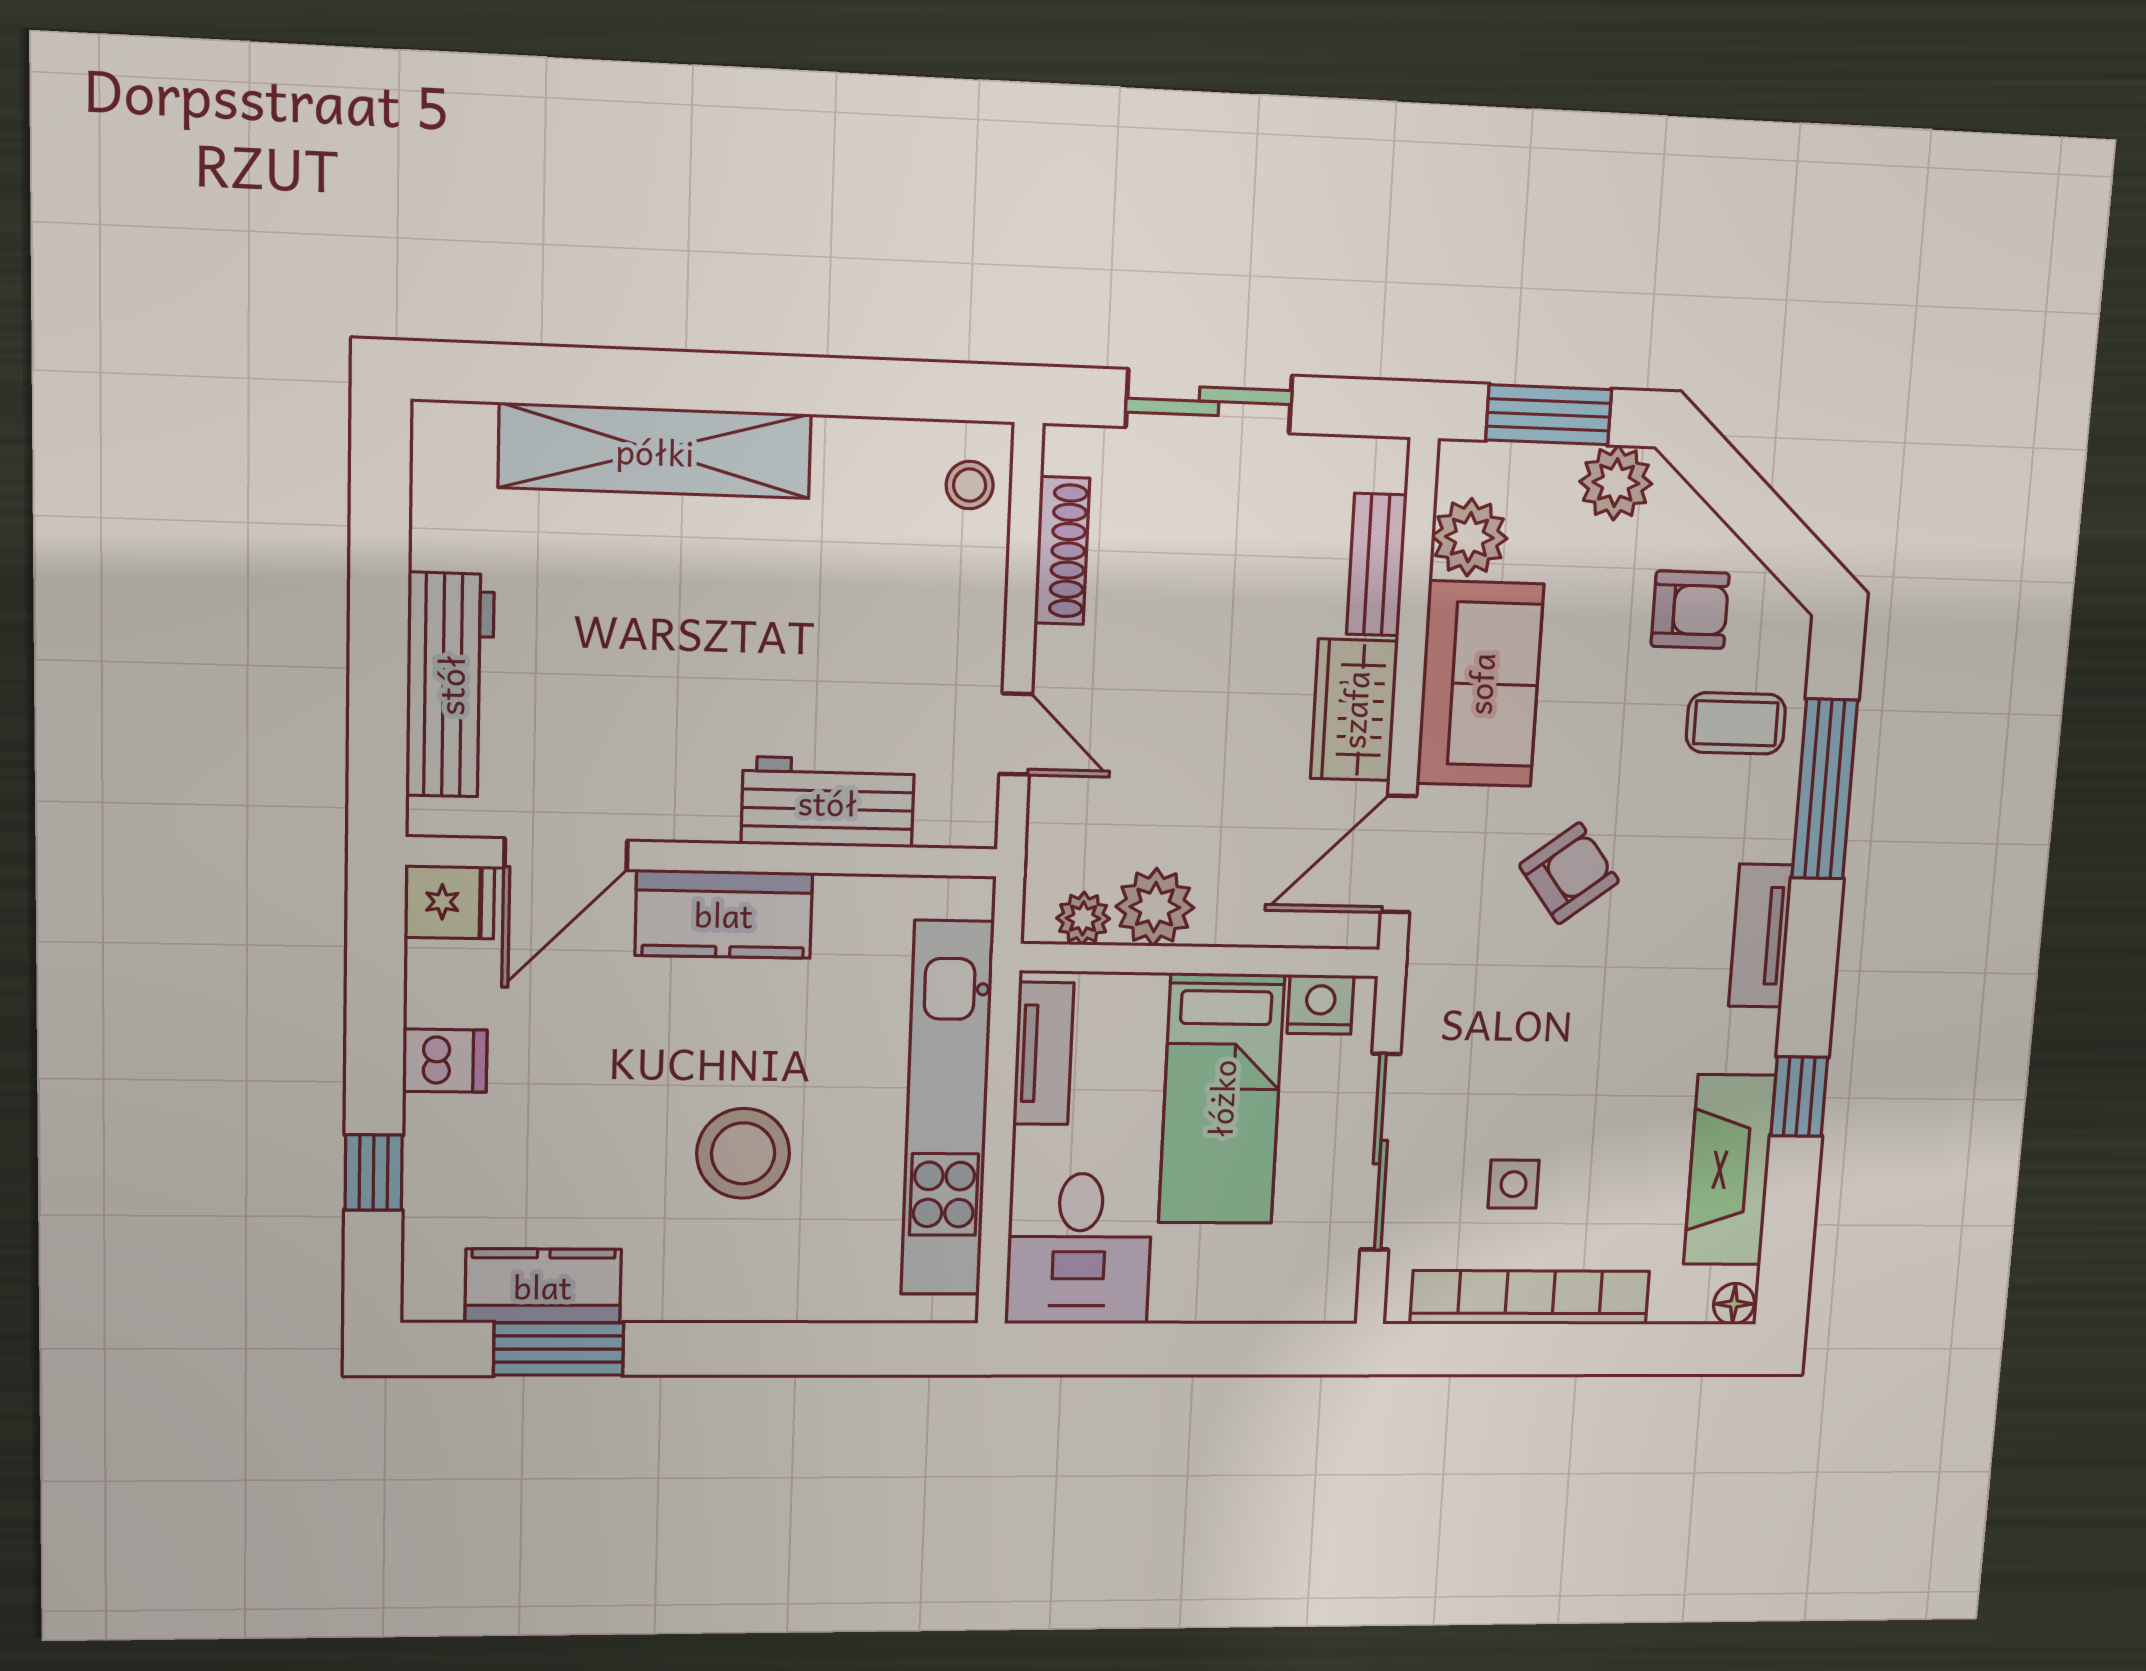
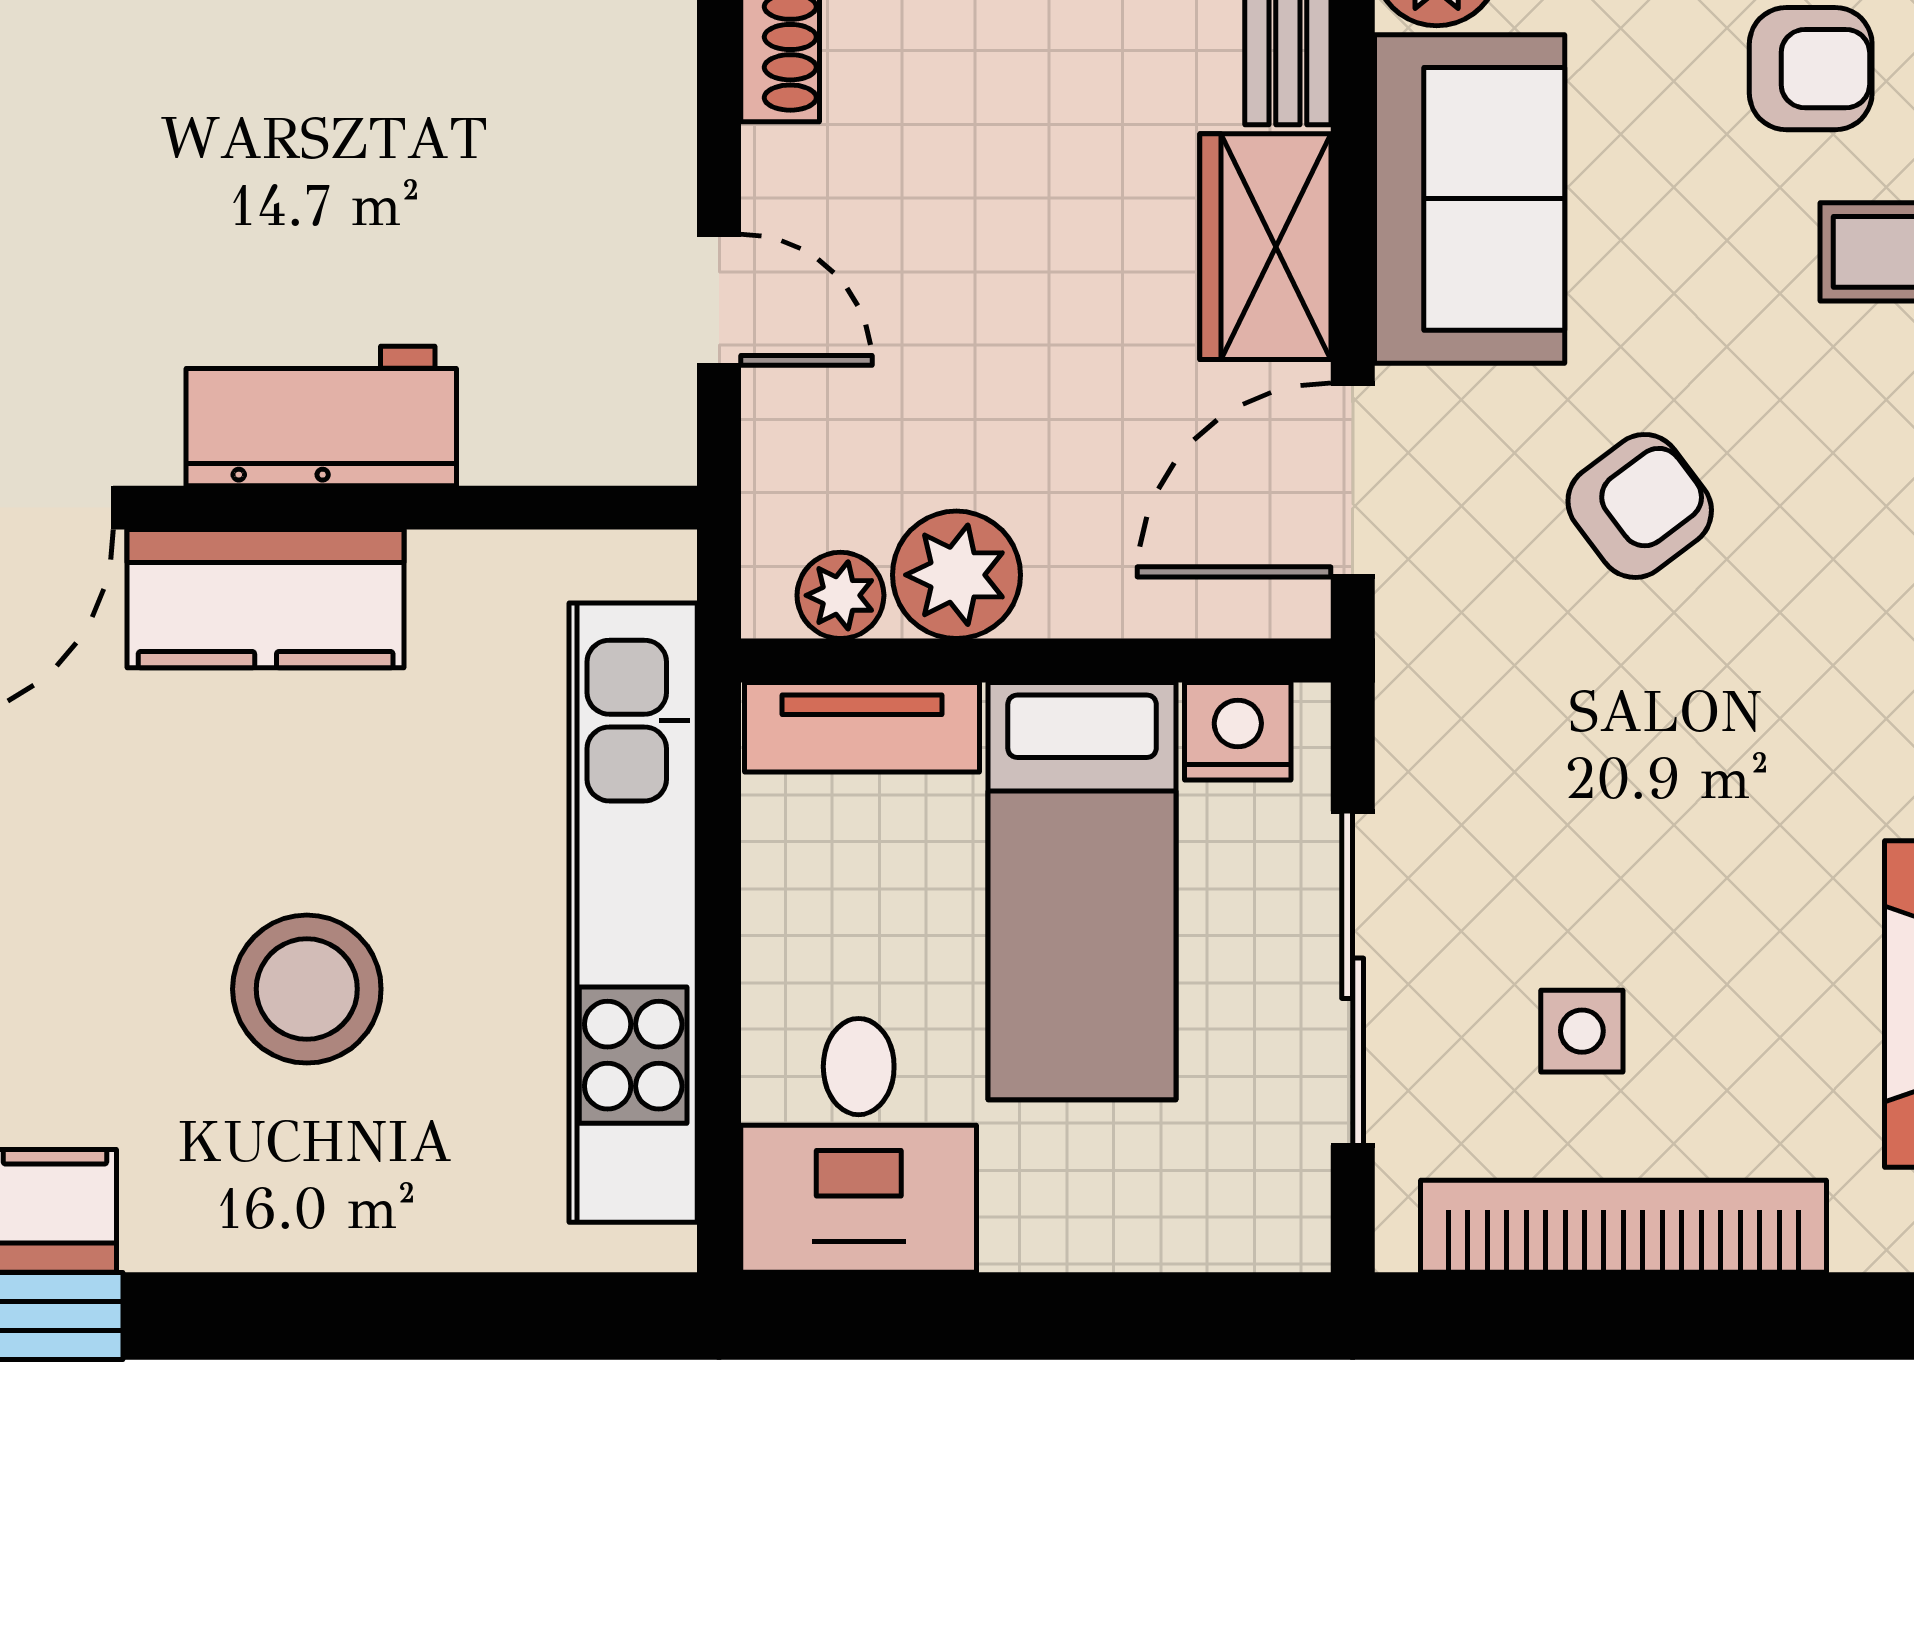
workbench: (828, 802) -> (321, 416), moved
tv unit: (1043, 1053) -> (862, 727), moved, turned 90

